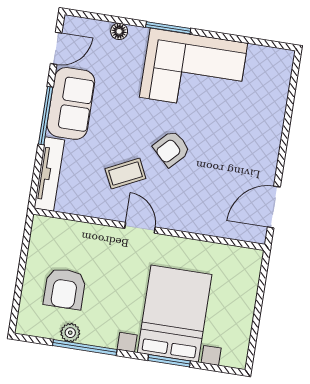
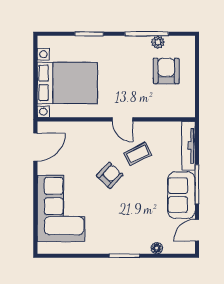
corner sofa: (194, 70) -> (61, 208), moved, turned 90
bed with nightstands: (175, 314) -> (67, 83), moved, turned -90

